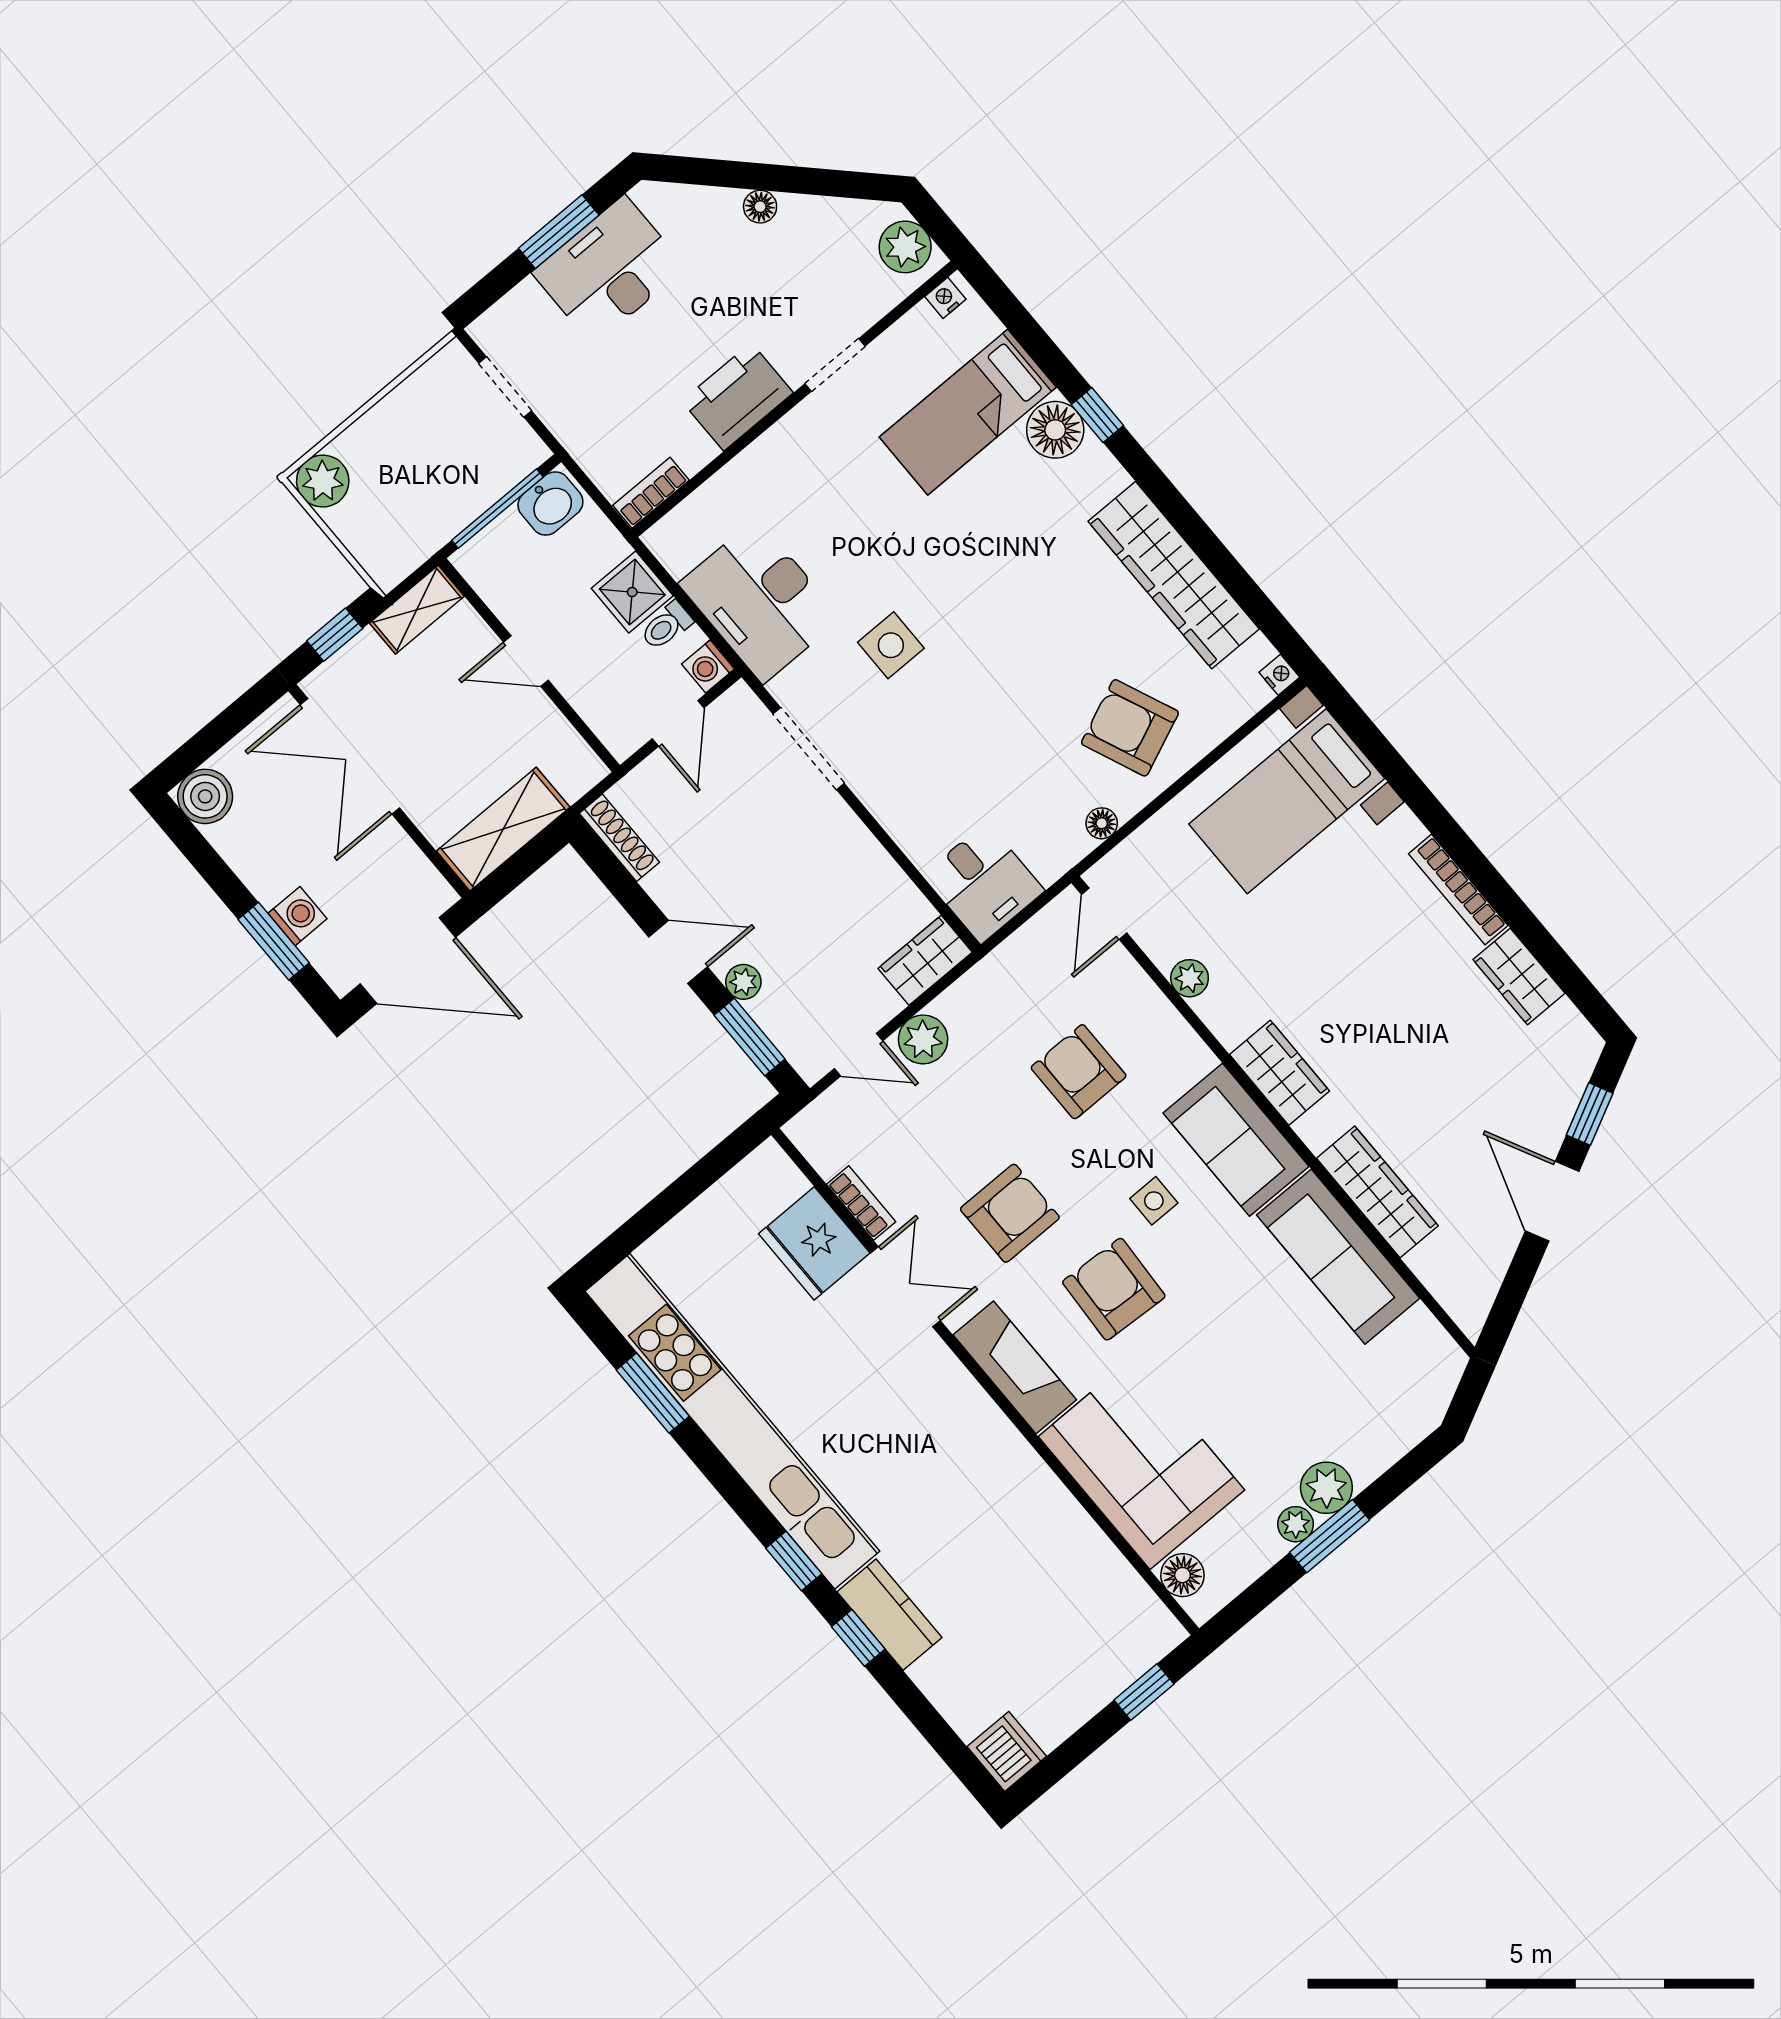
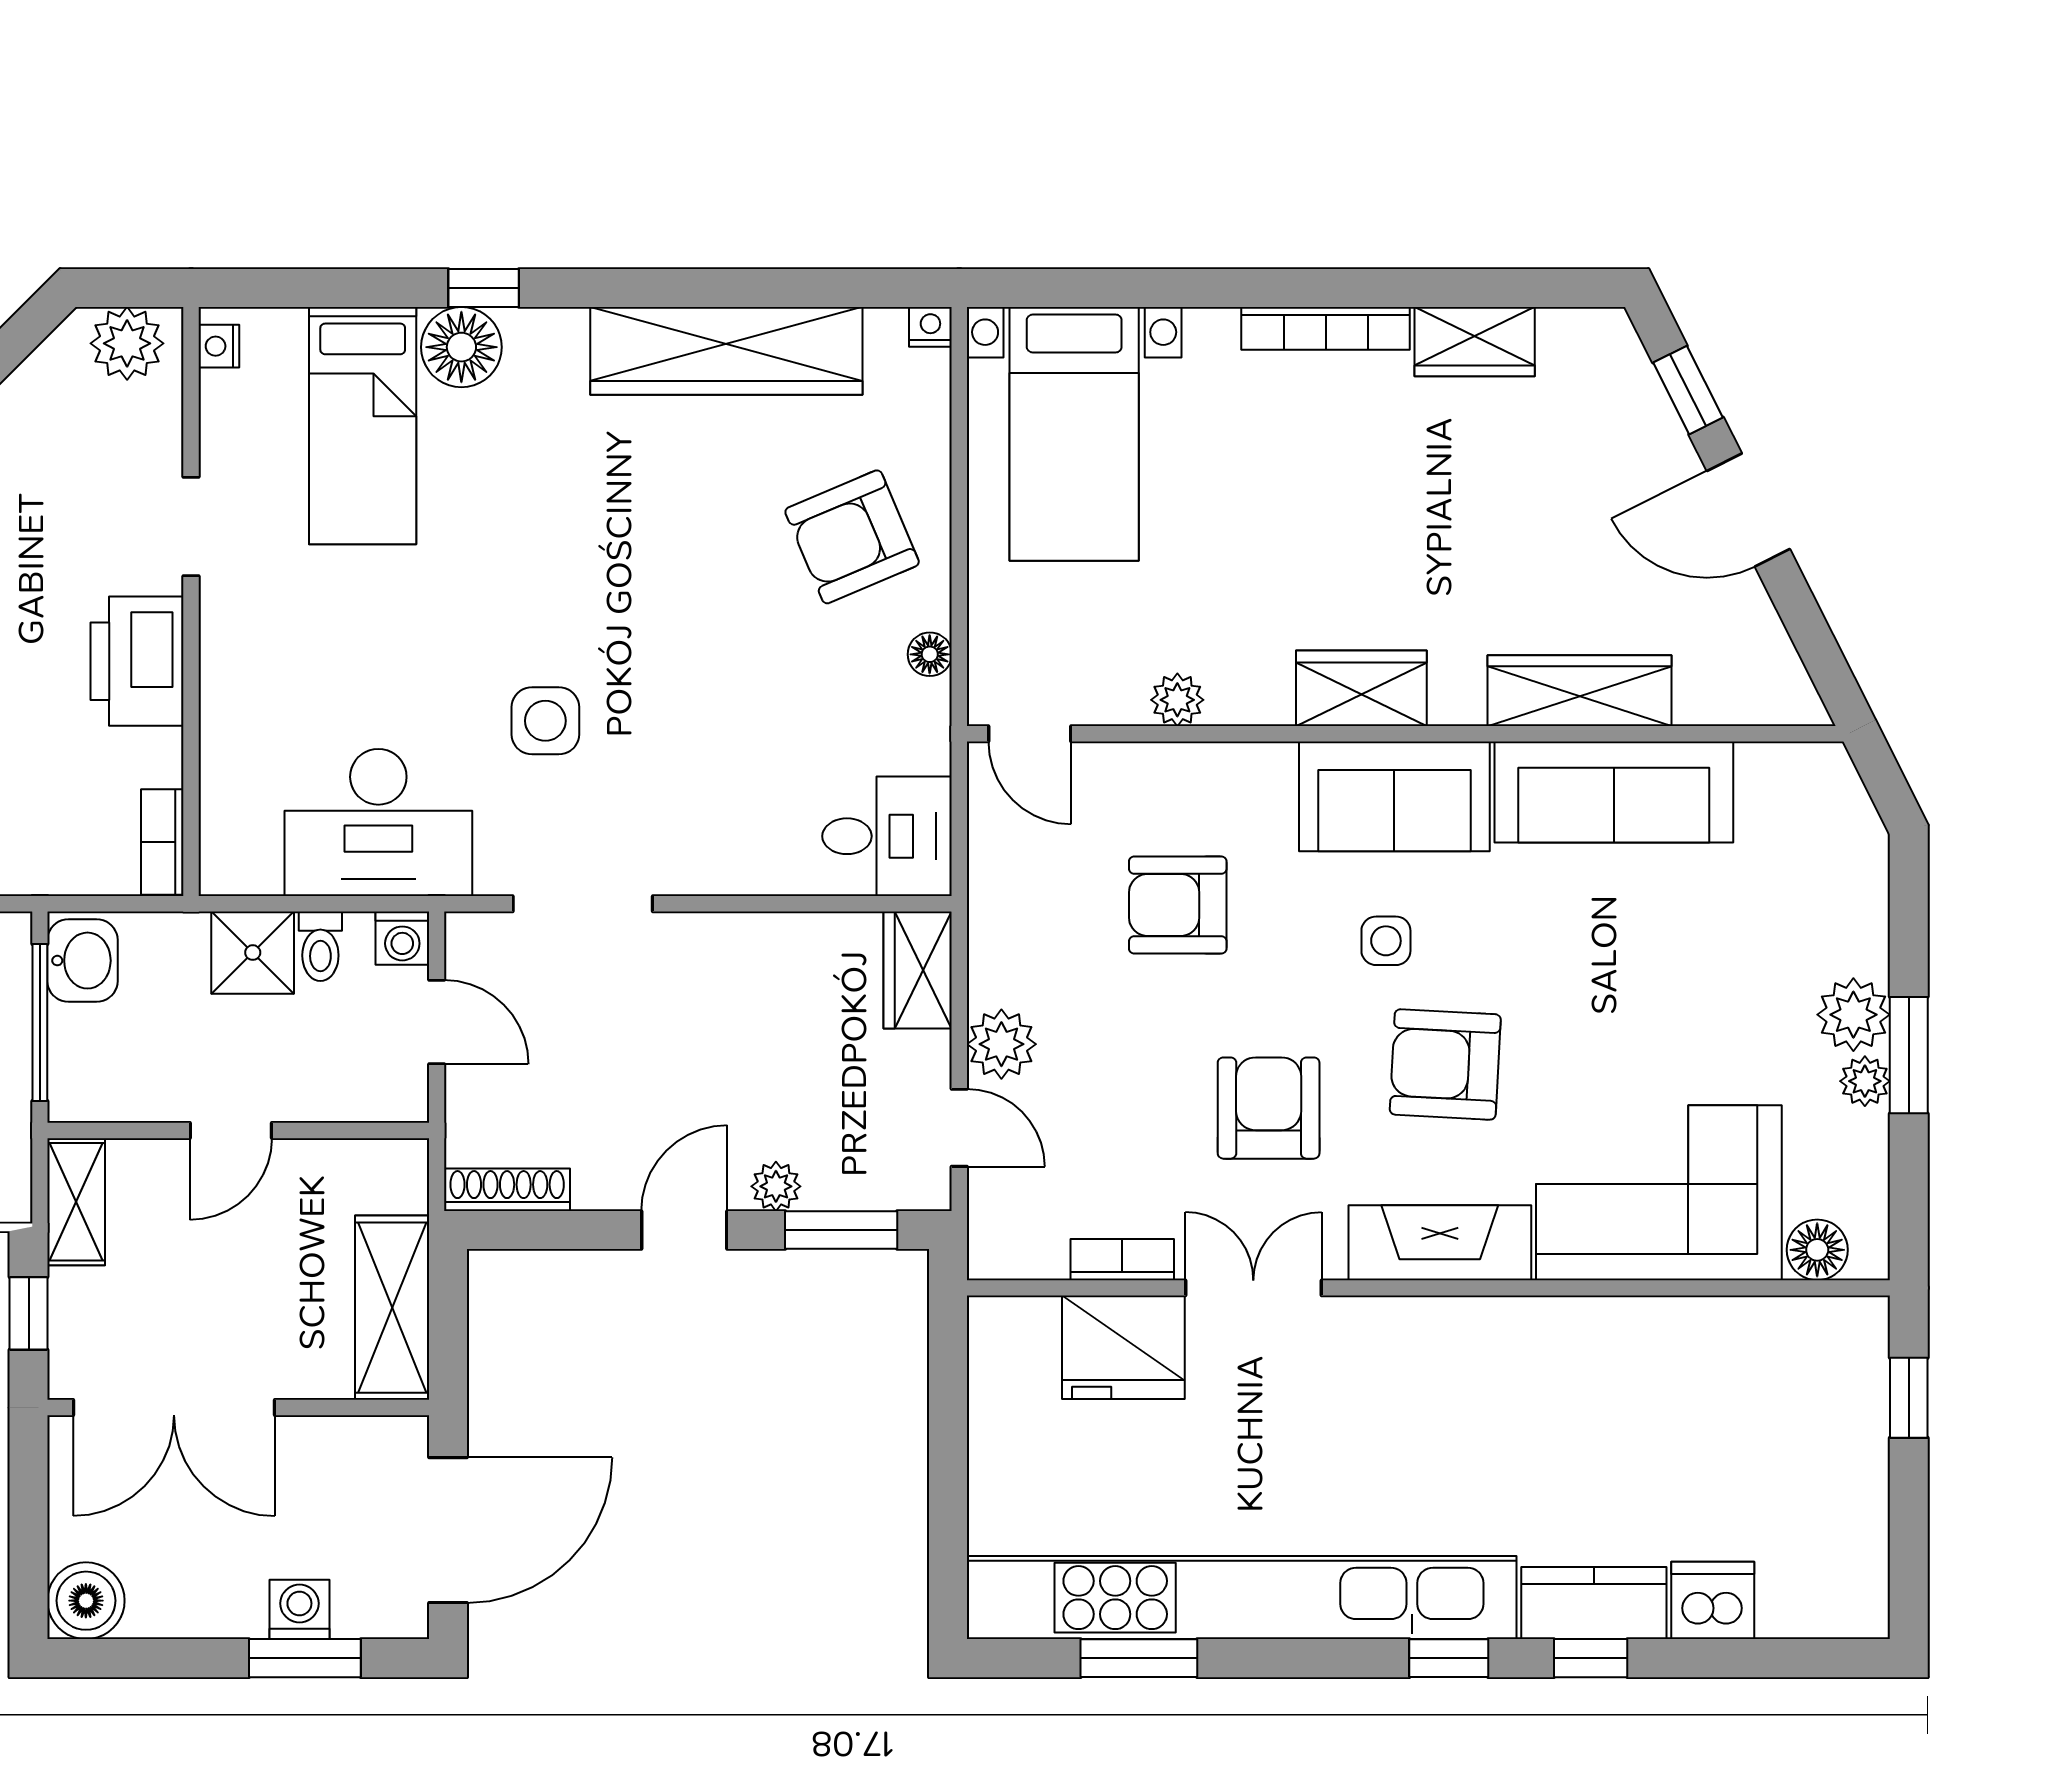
door: (859, 1055) -> (959, 1128), hinge flipped
dishwasher: (1007, 1751) -> (1713, 1600), moved

